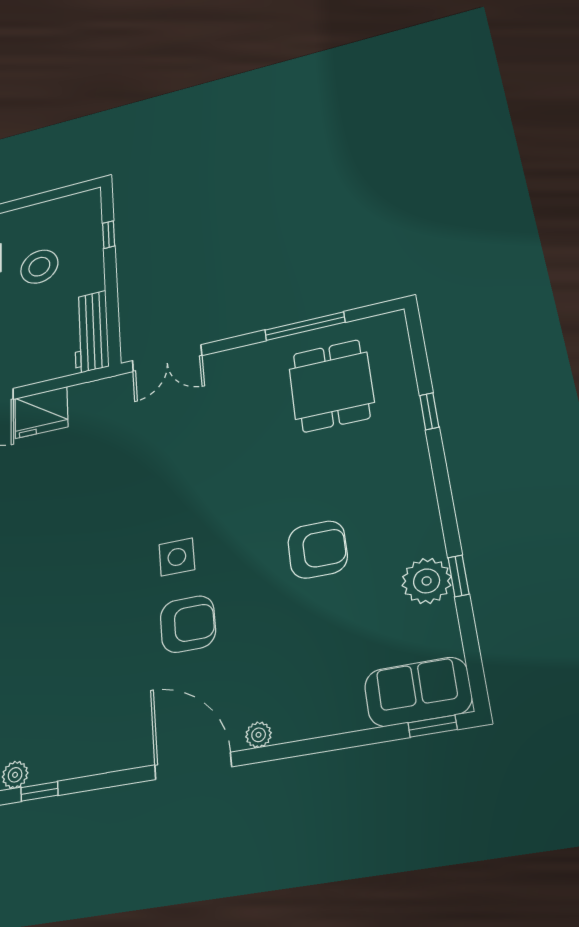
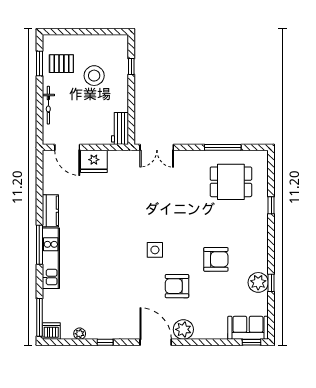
workbench: (91, 332) -> (120, 128), width x0.73
dining table: (331, 386) -> (231, 182), turned 90
armchair: (188, 624) -> (177, 286), moved, turned 180
plant: (259, 735) -> (183, 329), width x1.87, depth x1.87
window: (39, 791) -> (105, 342), moved

